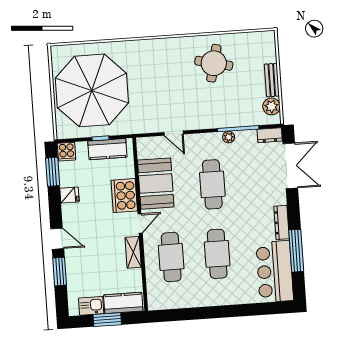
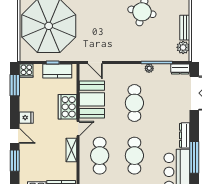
door: (174, 133) -> (95, 62), moved
fridge: (69, 195) -> (26, 118), moved

